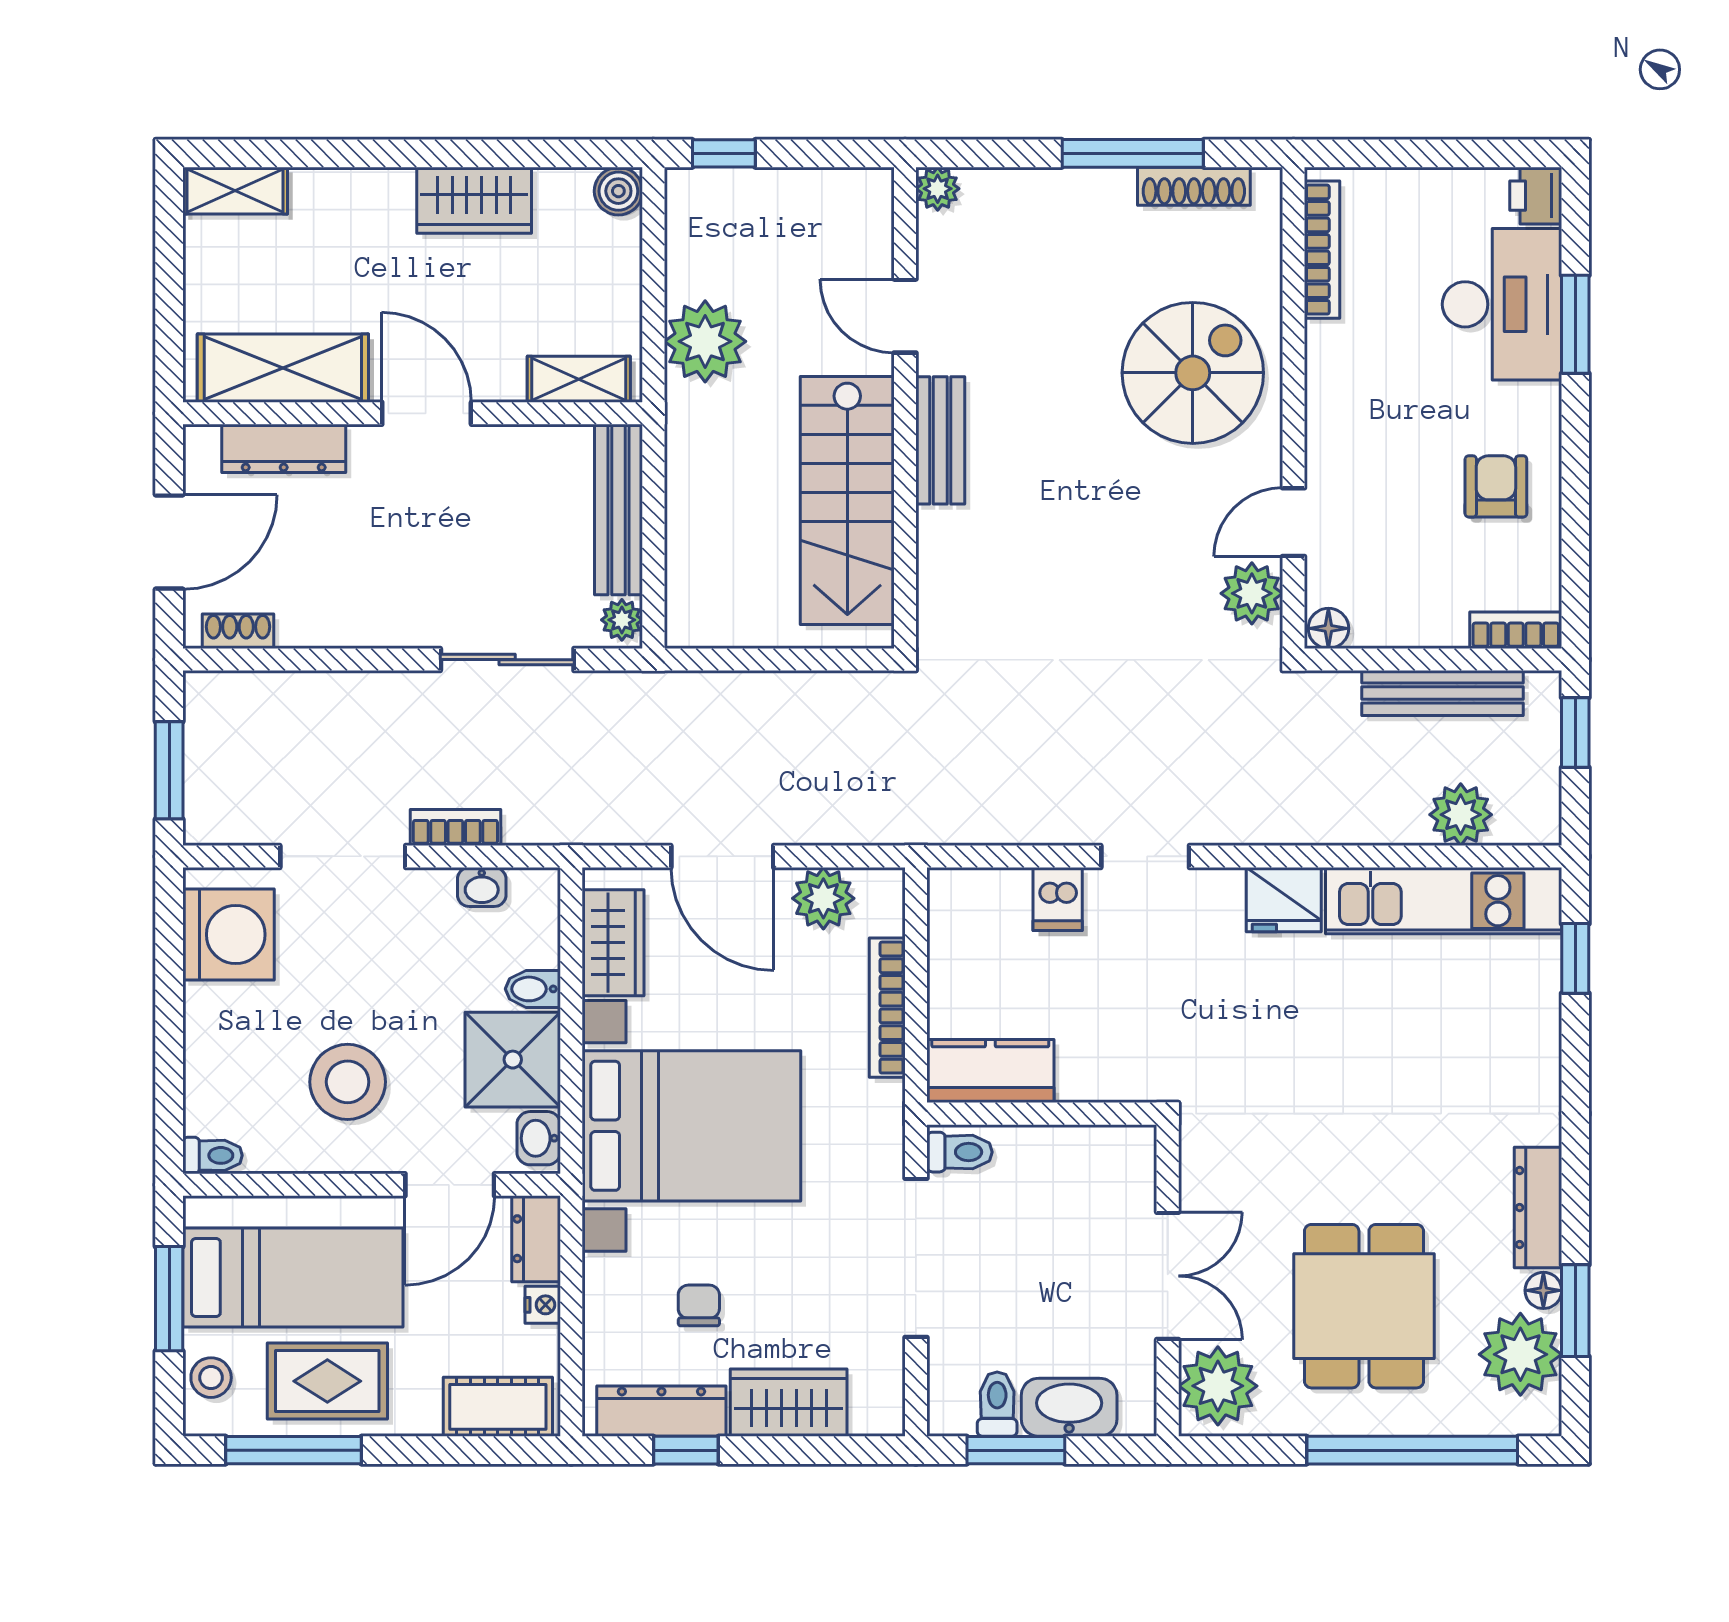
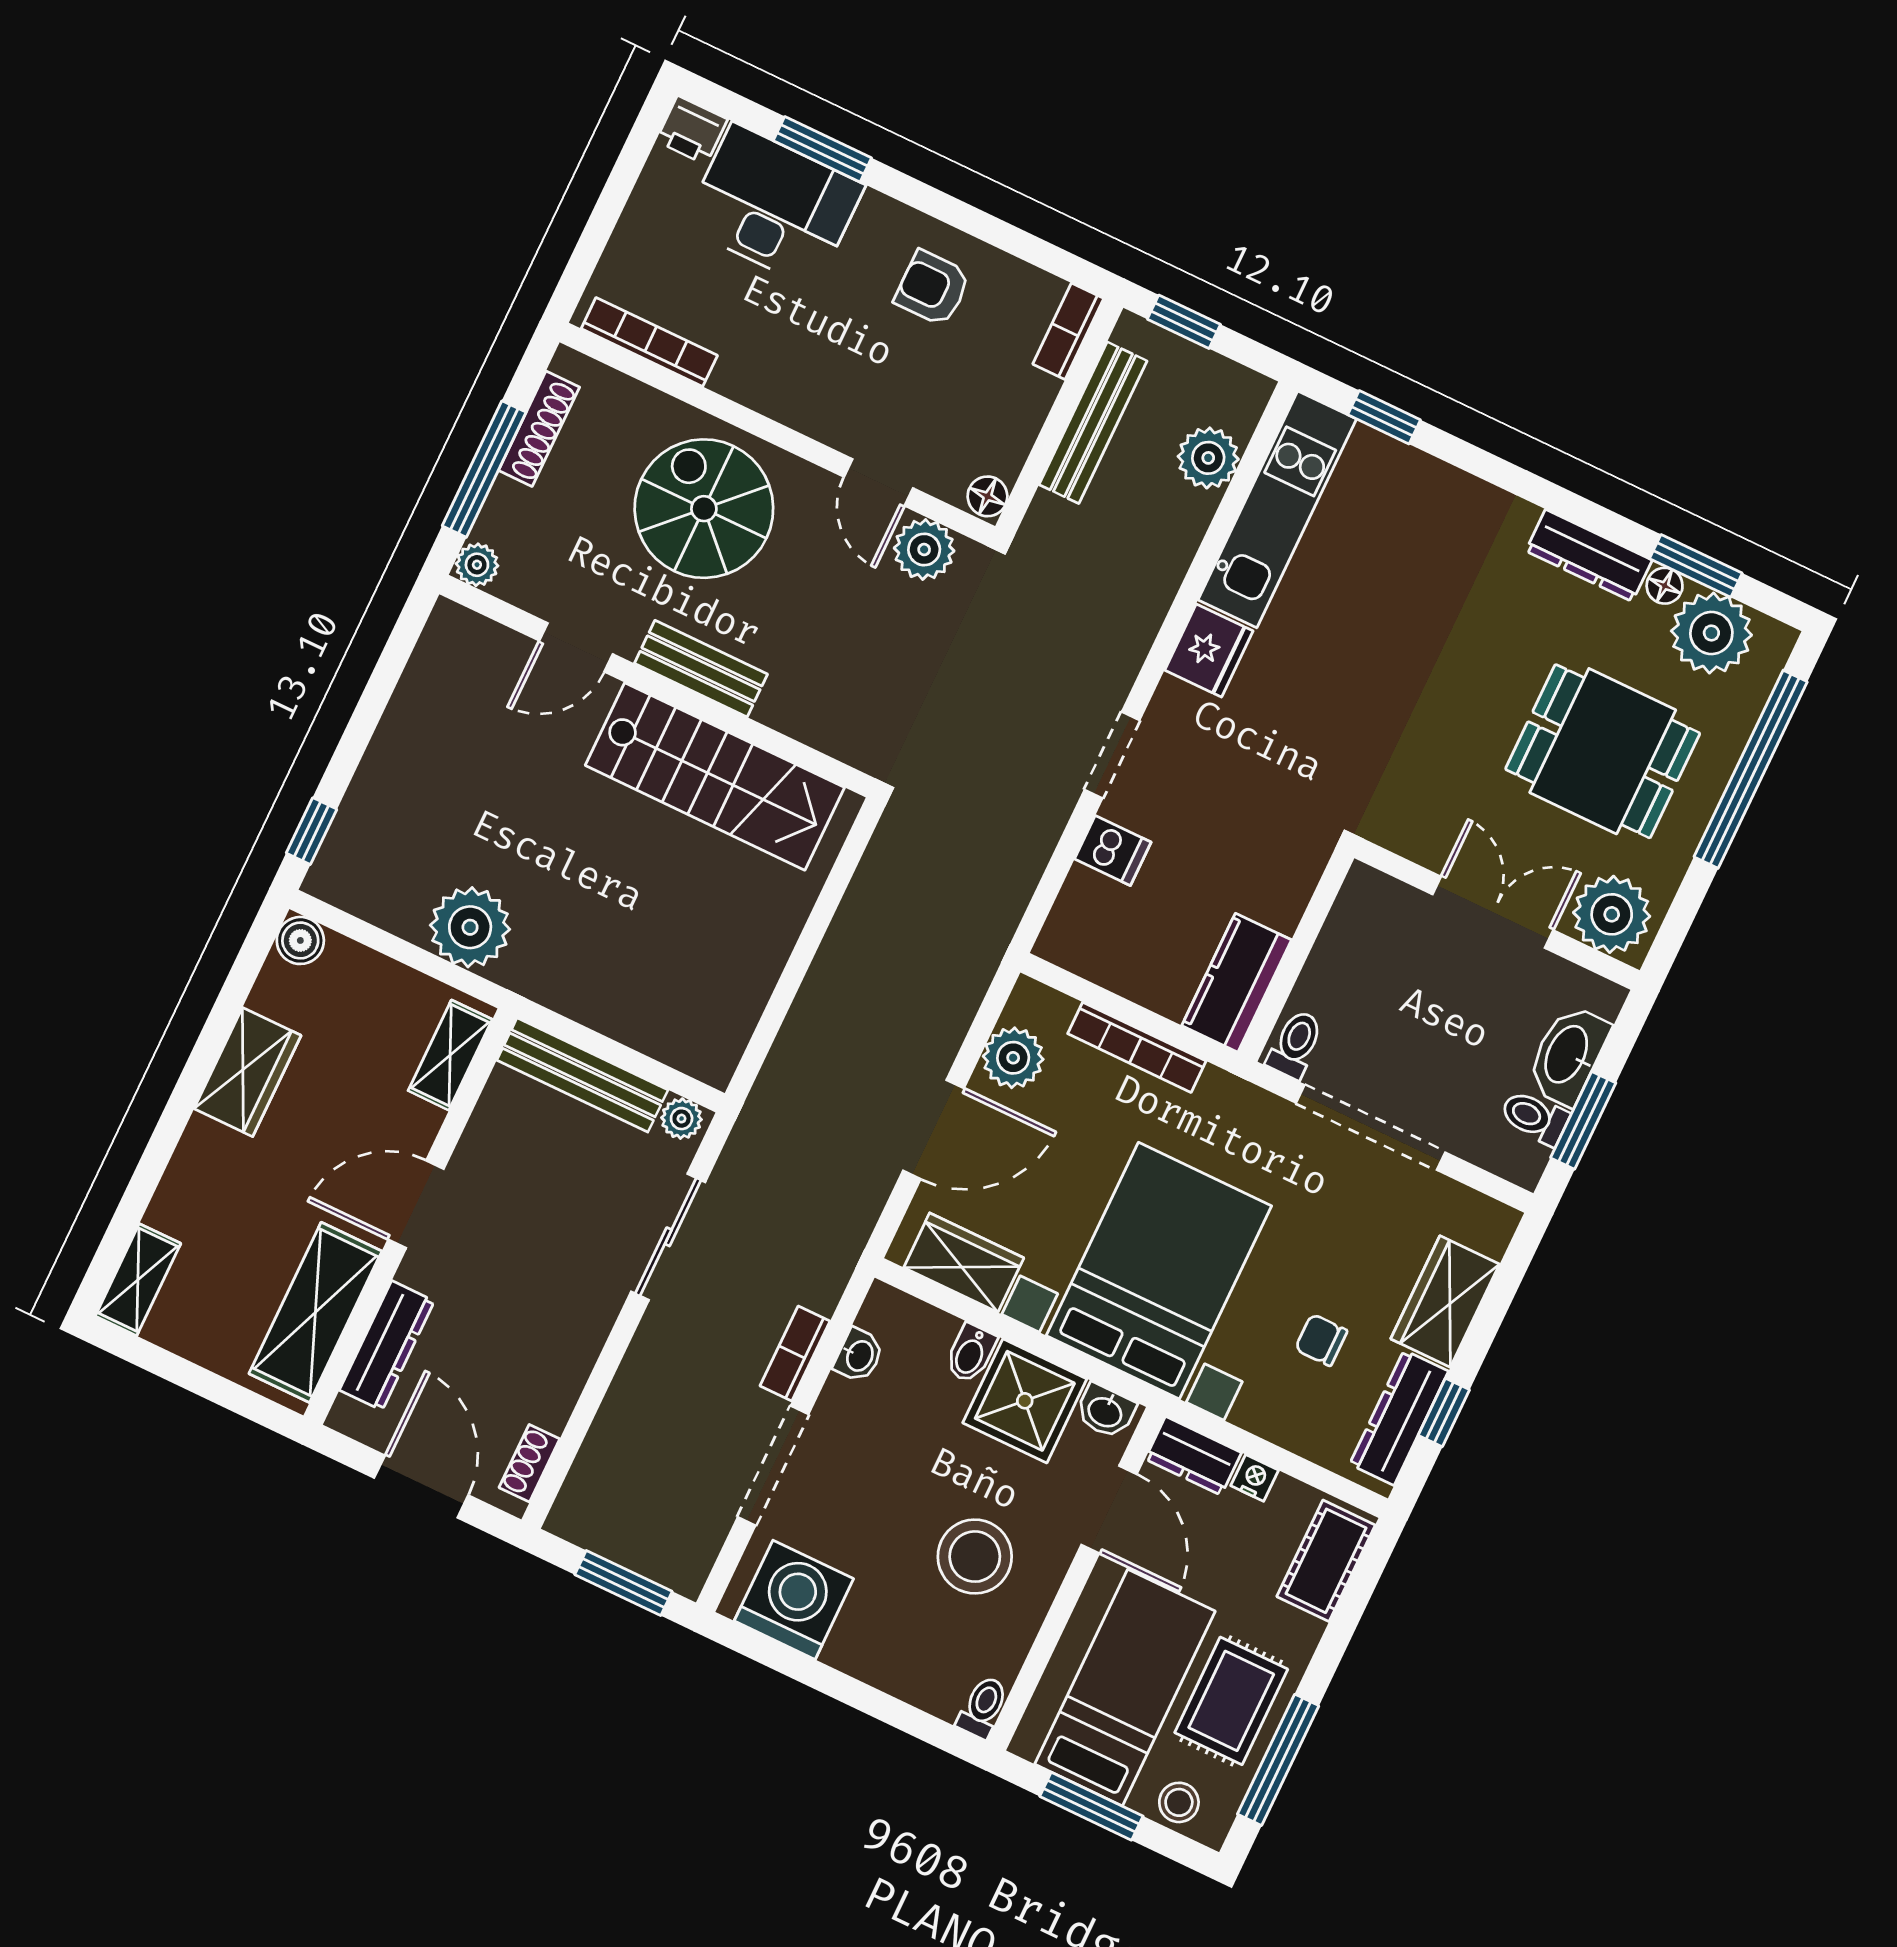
plant: (938, 189) -> (477, 565), moved
door: (905, 316) -> (576, 647), moved
wall: (905, 408) -> (657, 686), moved
bench: (940, 440) -> (701, 669), moved
stairs: (847, 500) -> (715, 776), moved

